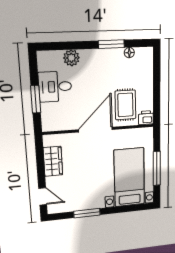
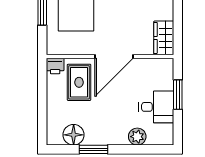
floor lamp: (129, 53) -> (74, 135), width x1.89, depth x1.89
wardrobe: (53, 161) -> (164, 38), moved

